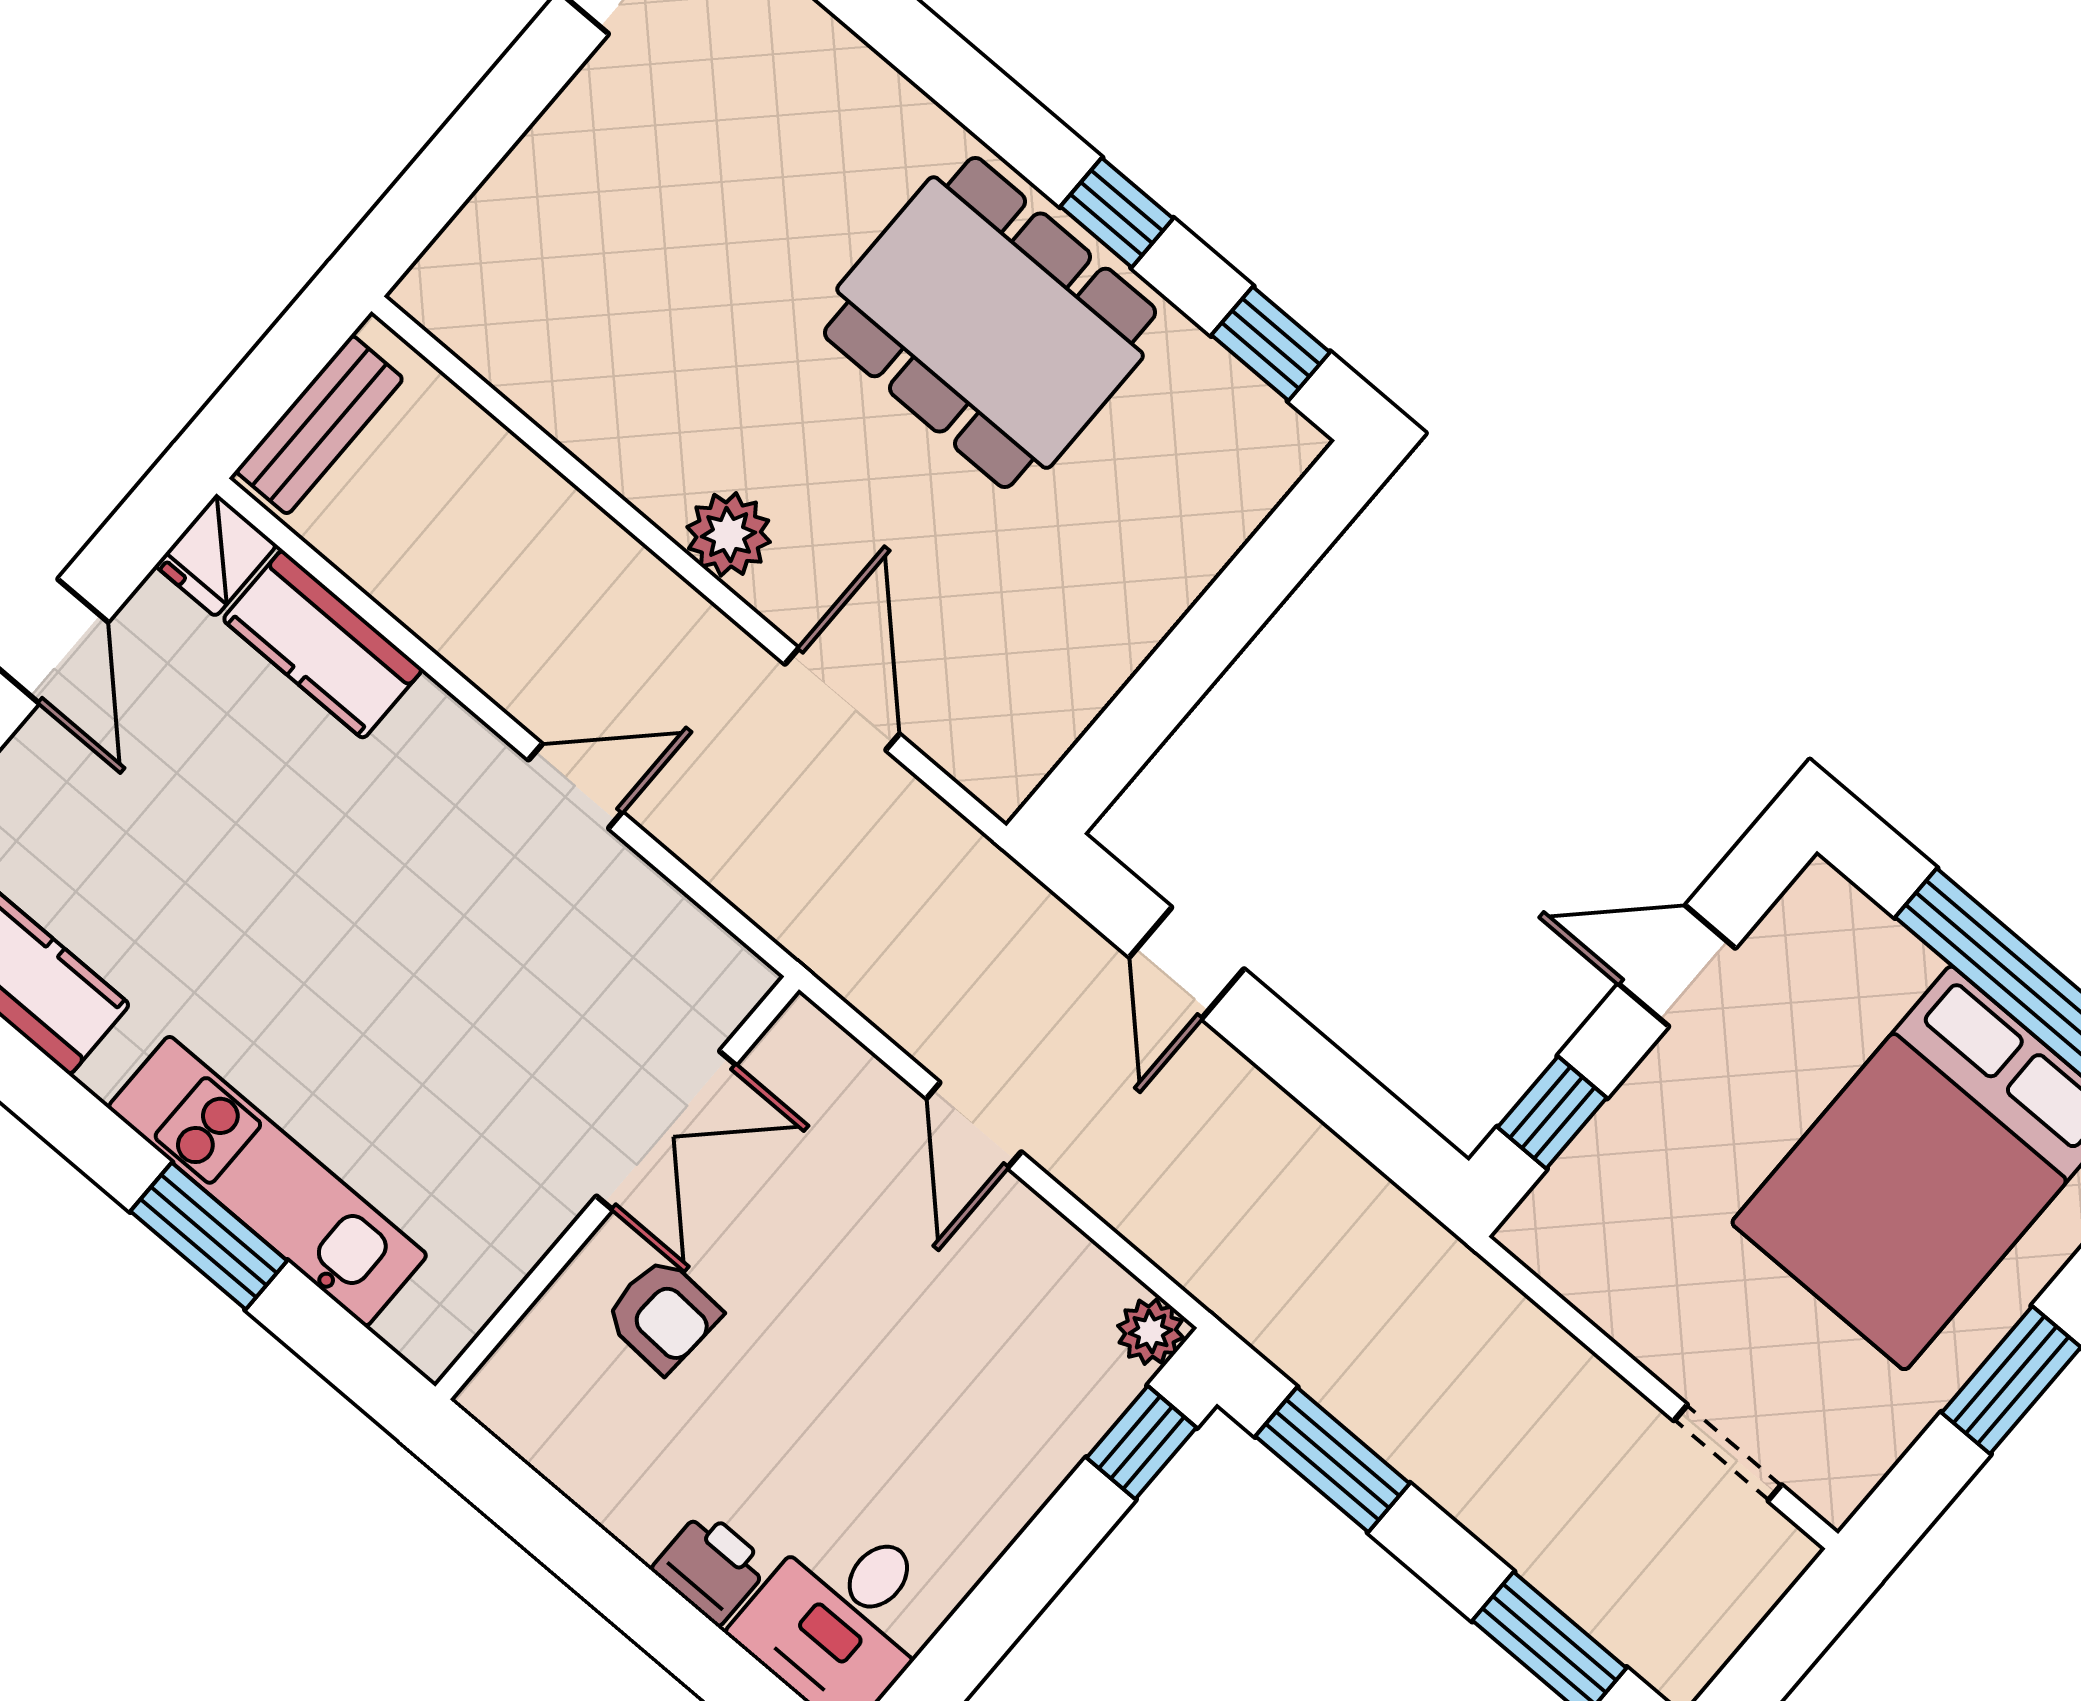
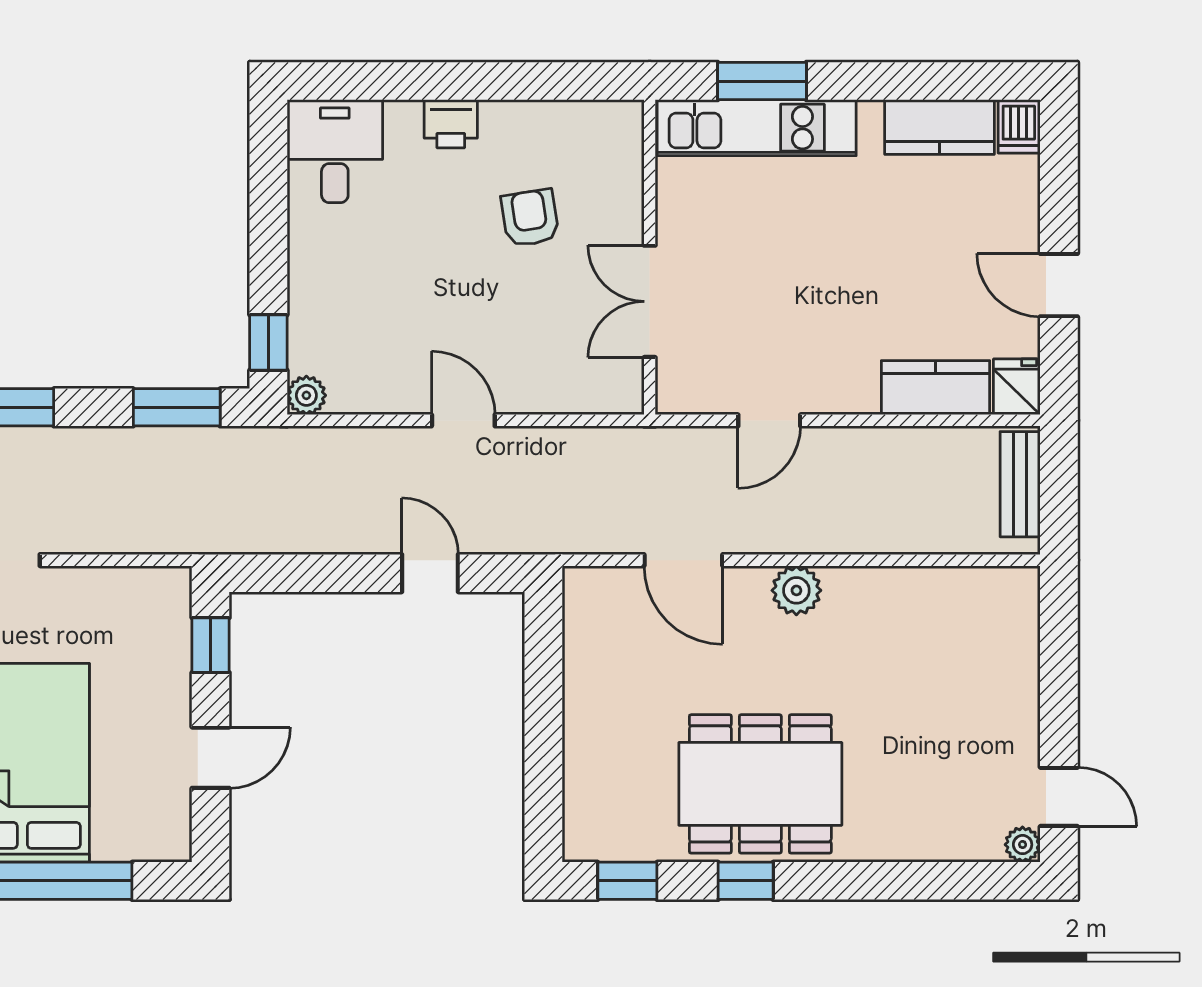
double door: (666, 1130) -> (650, 301), moved
wall: (617, 1188) -> (650, 257), moved
armchair: (663, 1315) -> (530, 218), turned 78
printer: (711, 1567) -> (451, 124), moved

